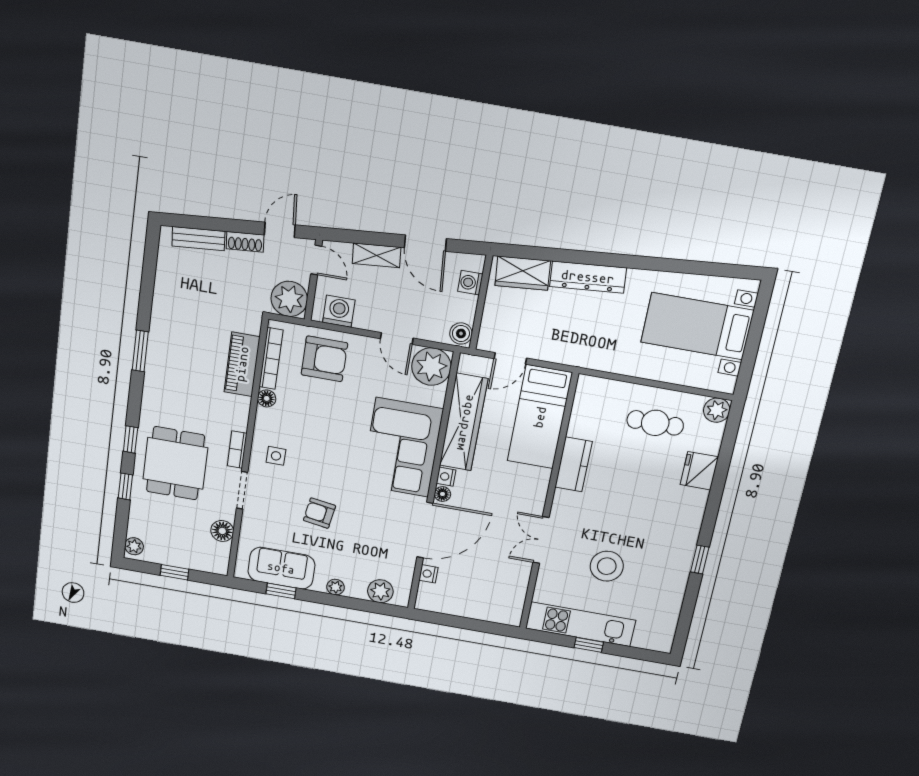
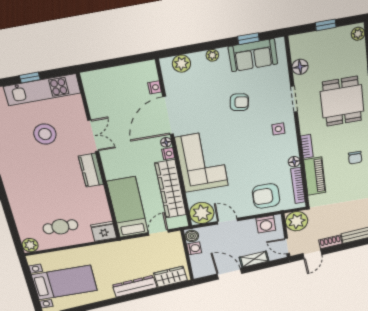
washing machine: (470, 283) -> (194, 248), moved
chair: (175, 372) -> (355, 158), added
bookcase: (237, 450) -> (307, 146), moved
kitchen counter: (573, 464) -> (91, 170), moved
fridge: (699, 471) -> (104, 231), moved, turned -90

